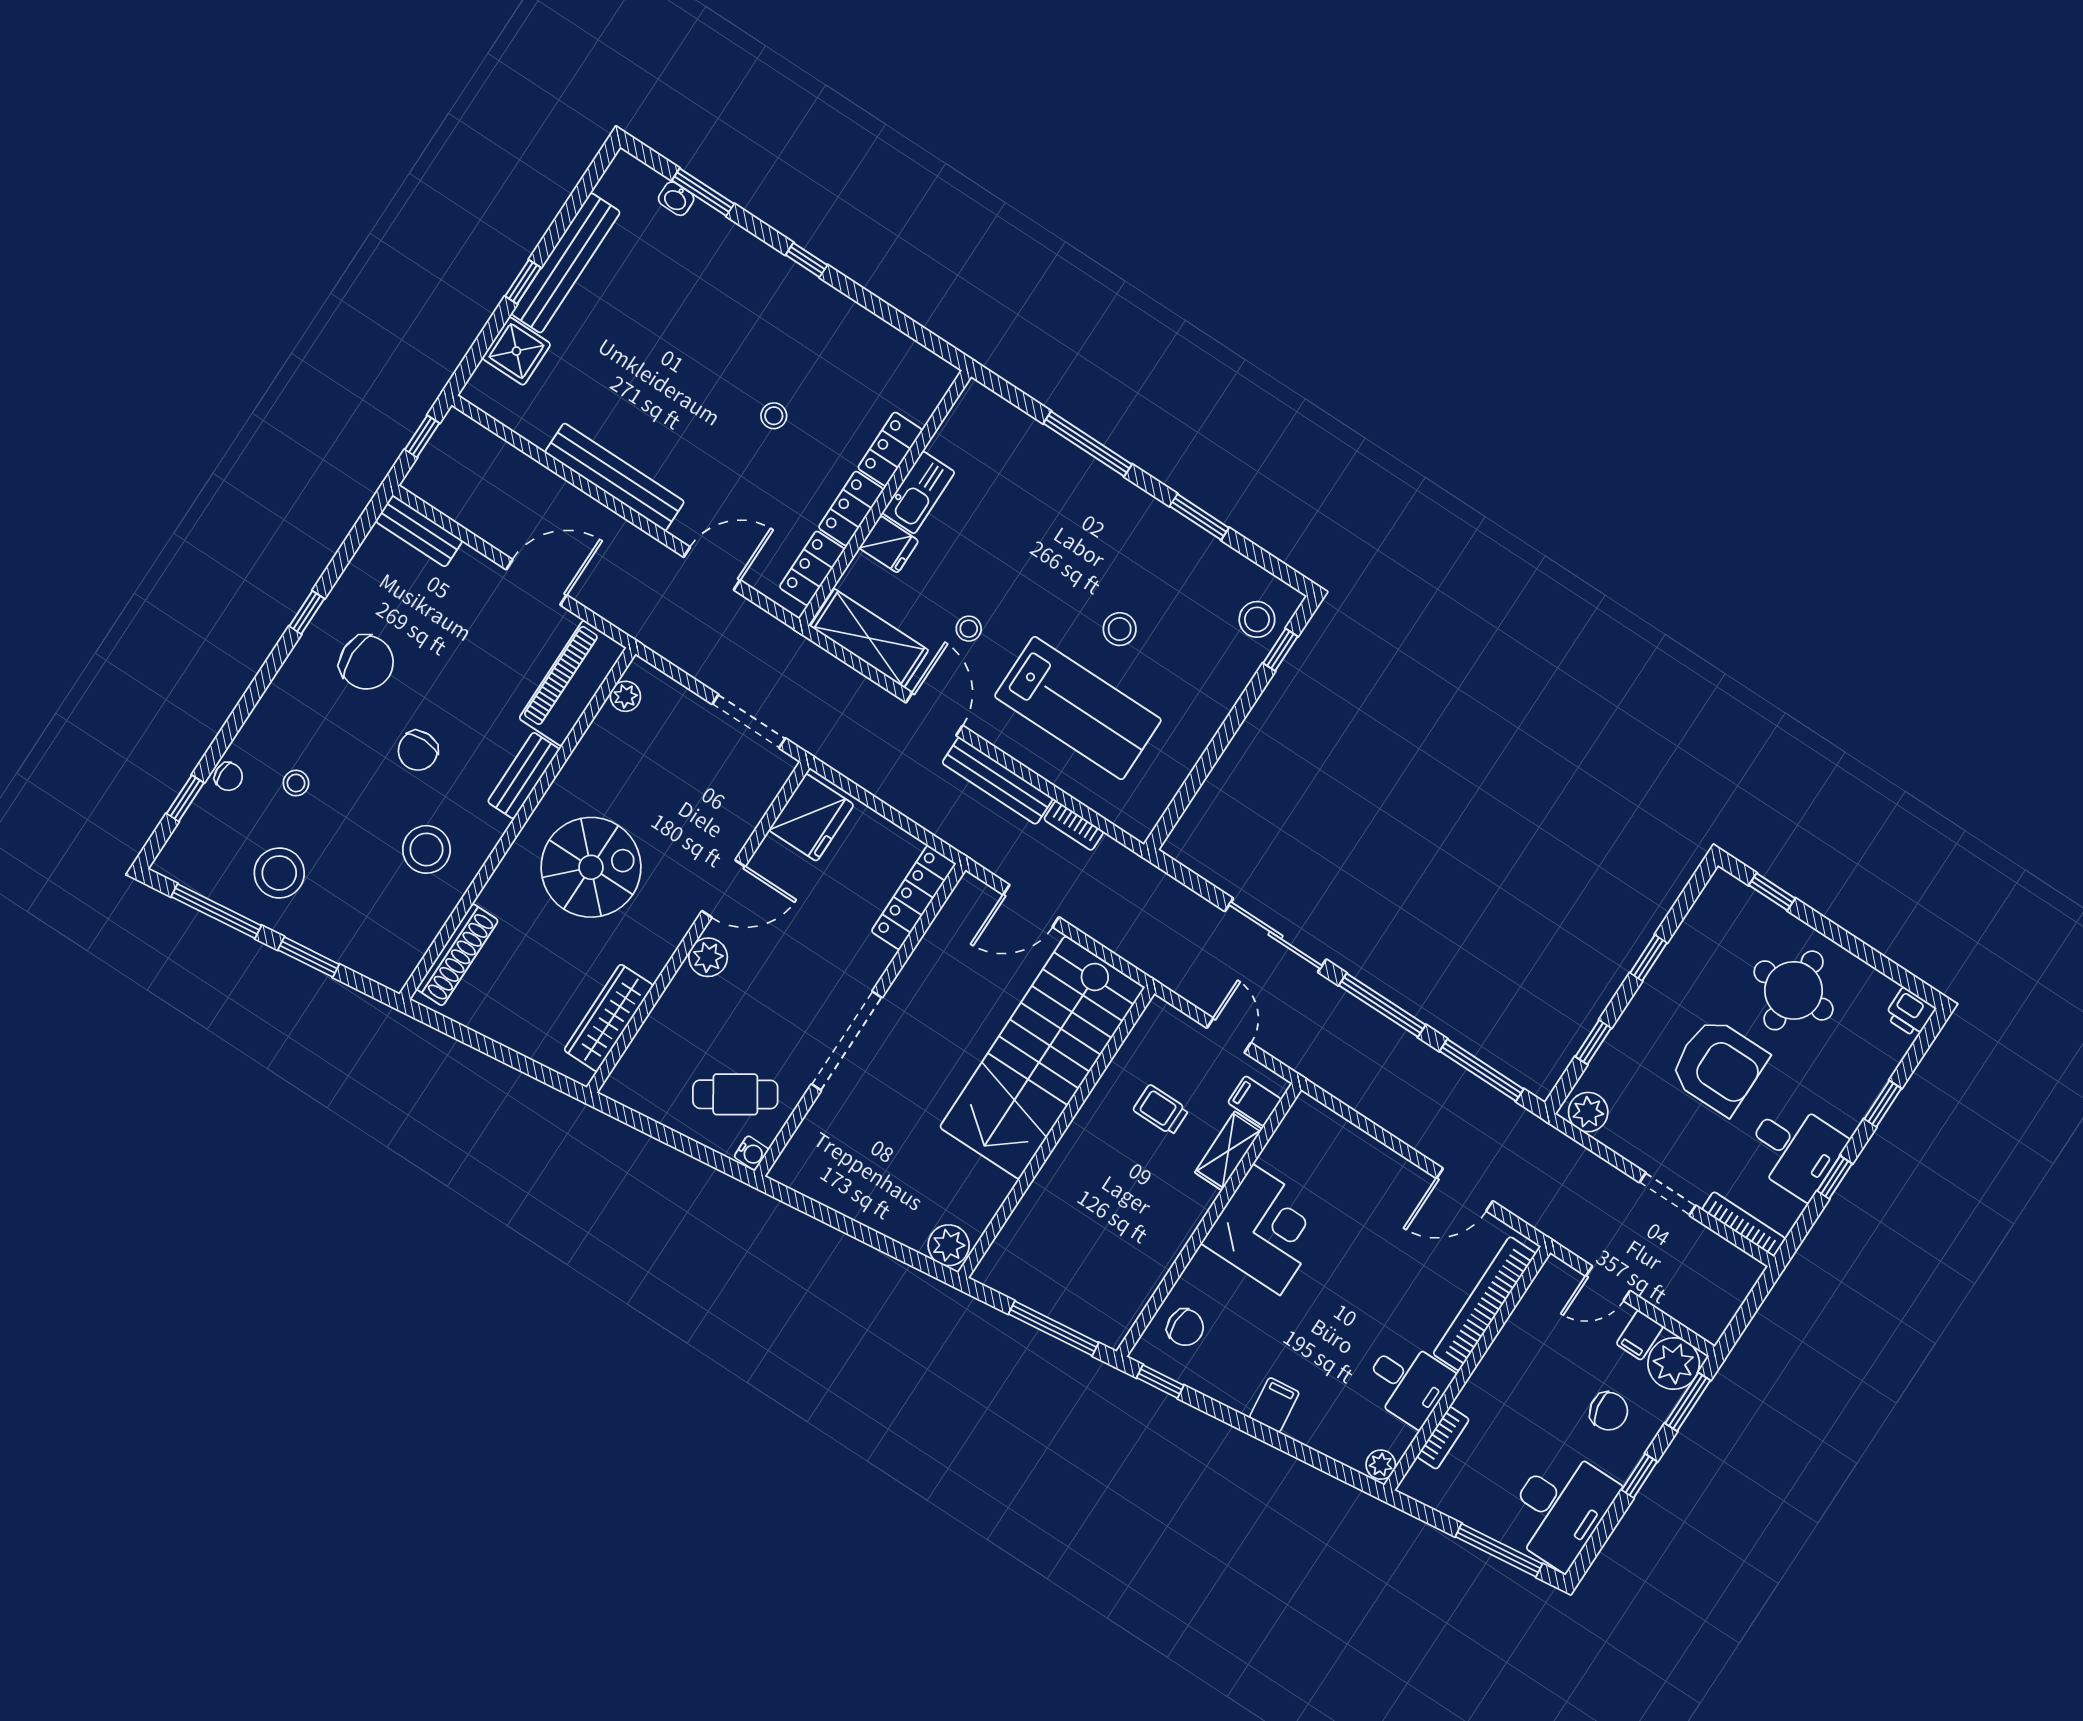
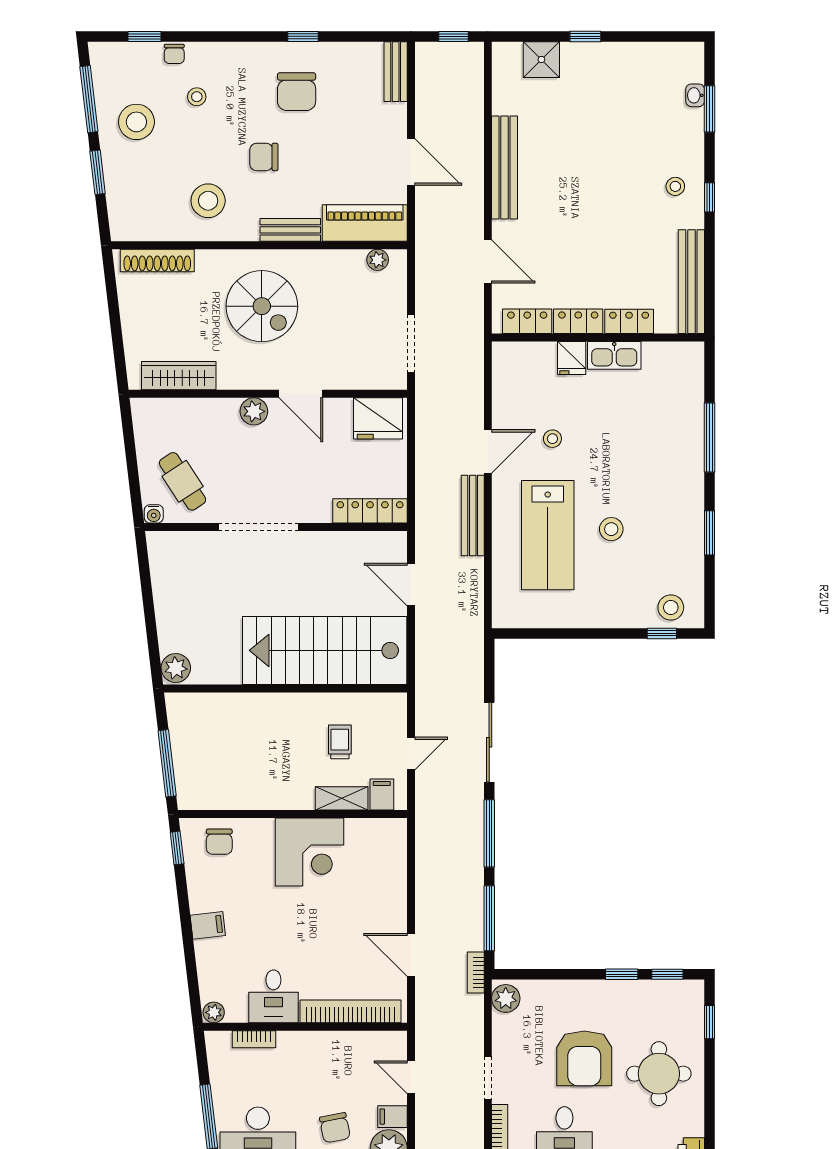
bench: (566, 263) -> (691, 282), moved, turned 90
stool: (774, 416) -> (675, 186), moved
shelving: (869, 638) -> (508, 383), removed
bookcase: (1074, 826) -> (476, 972), moved
window: (1593, 1042) -> (667, 974), moved

